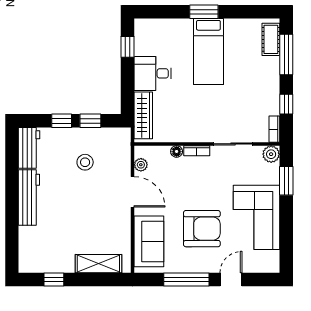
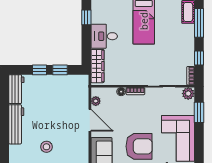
stool: (85, 162) -> (46, 147), moved

